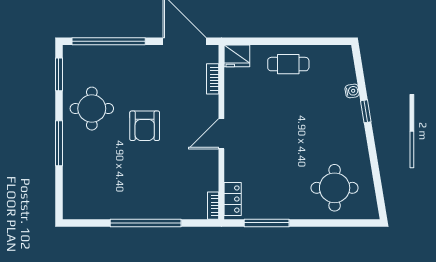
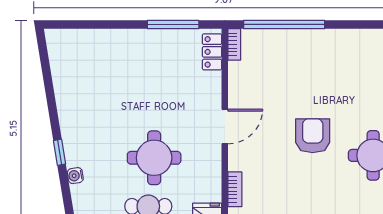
round table: (335, 188) -> (154, 158), moved
window: (146, 223) -> (284, 24), moved

